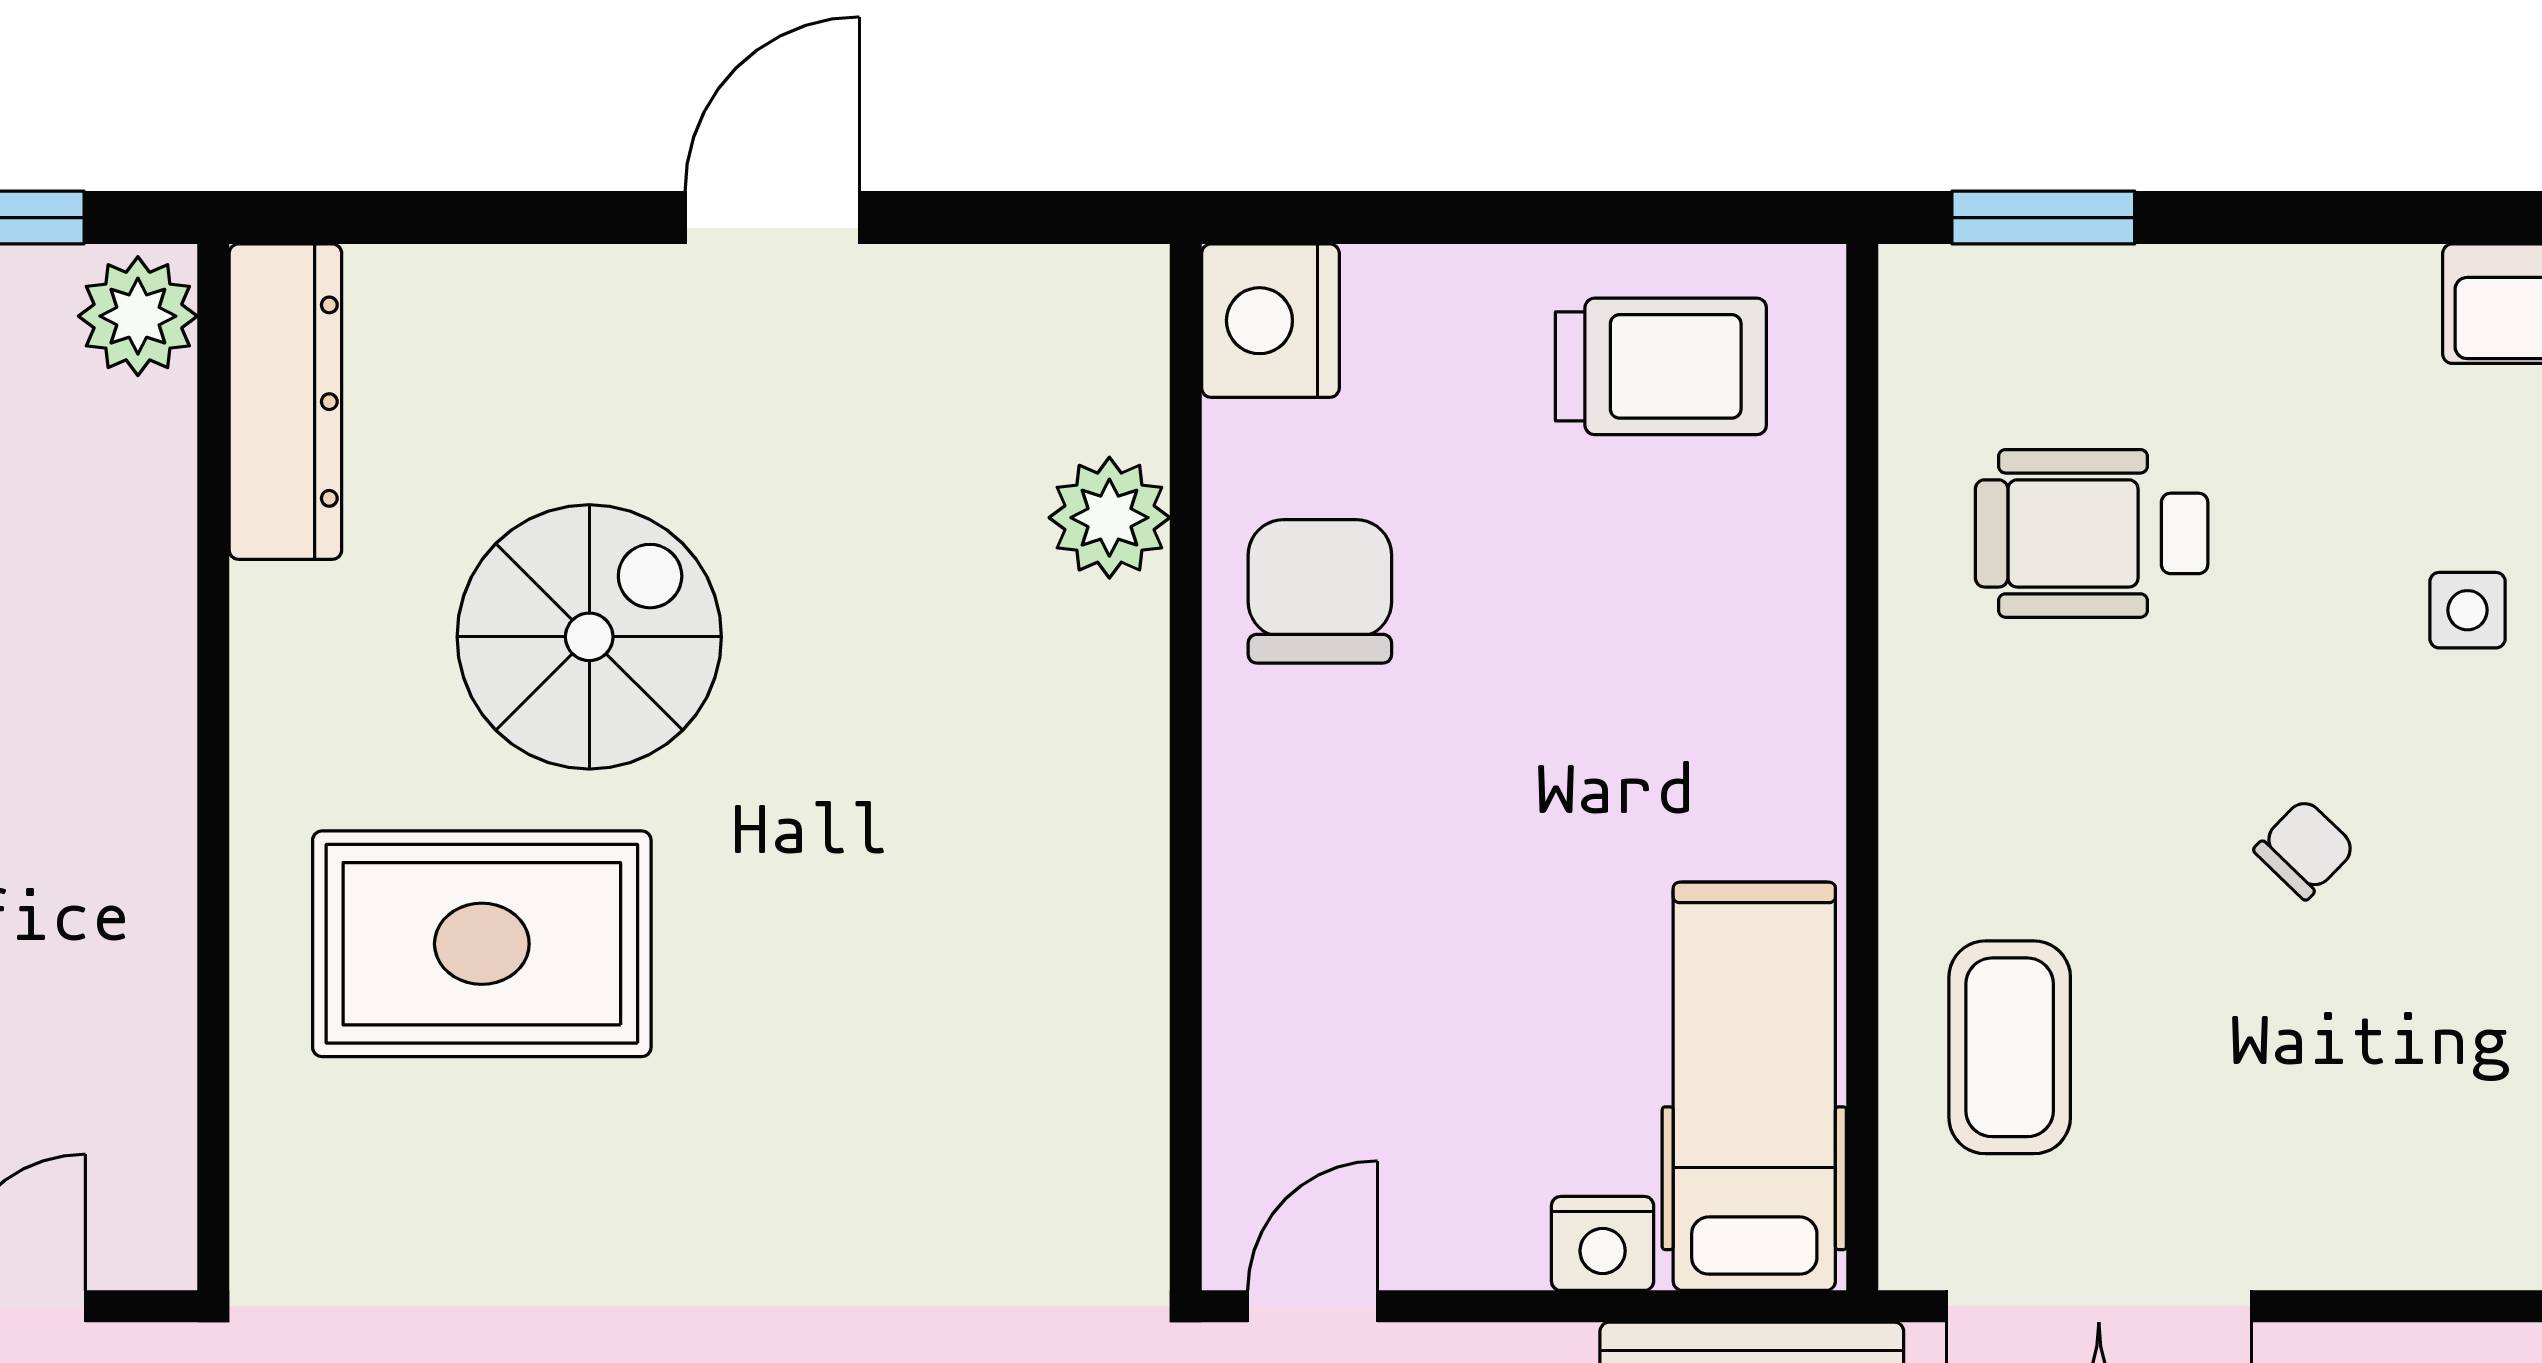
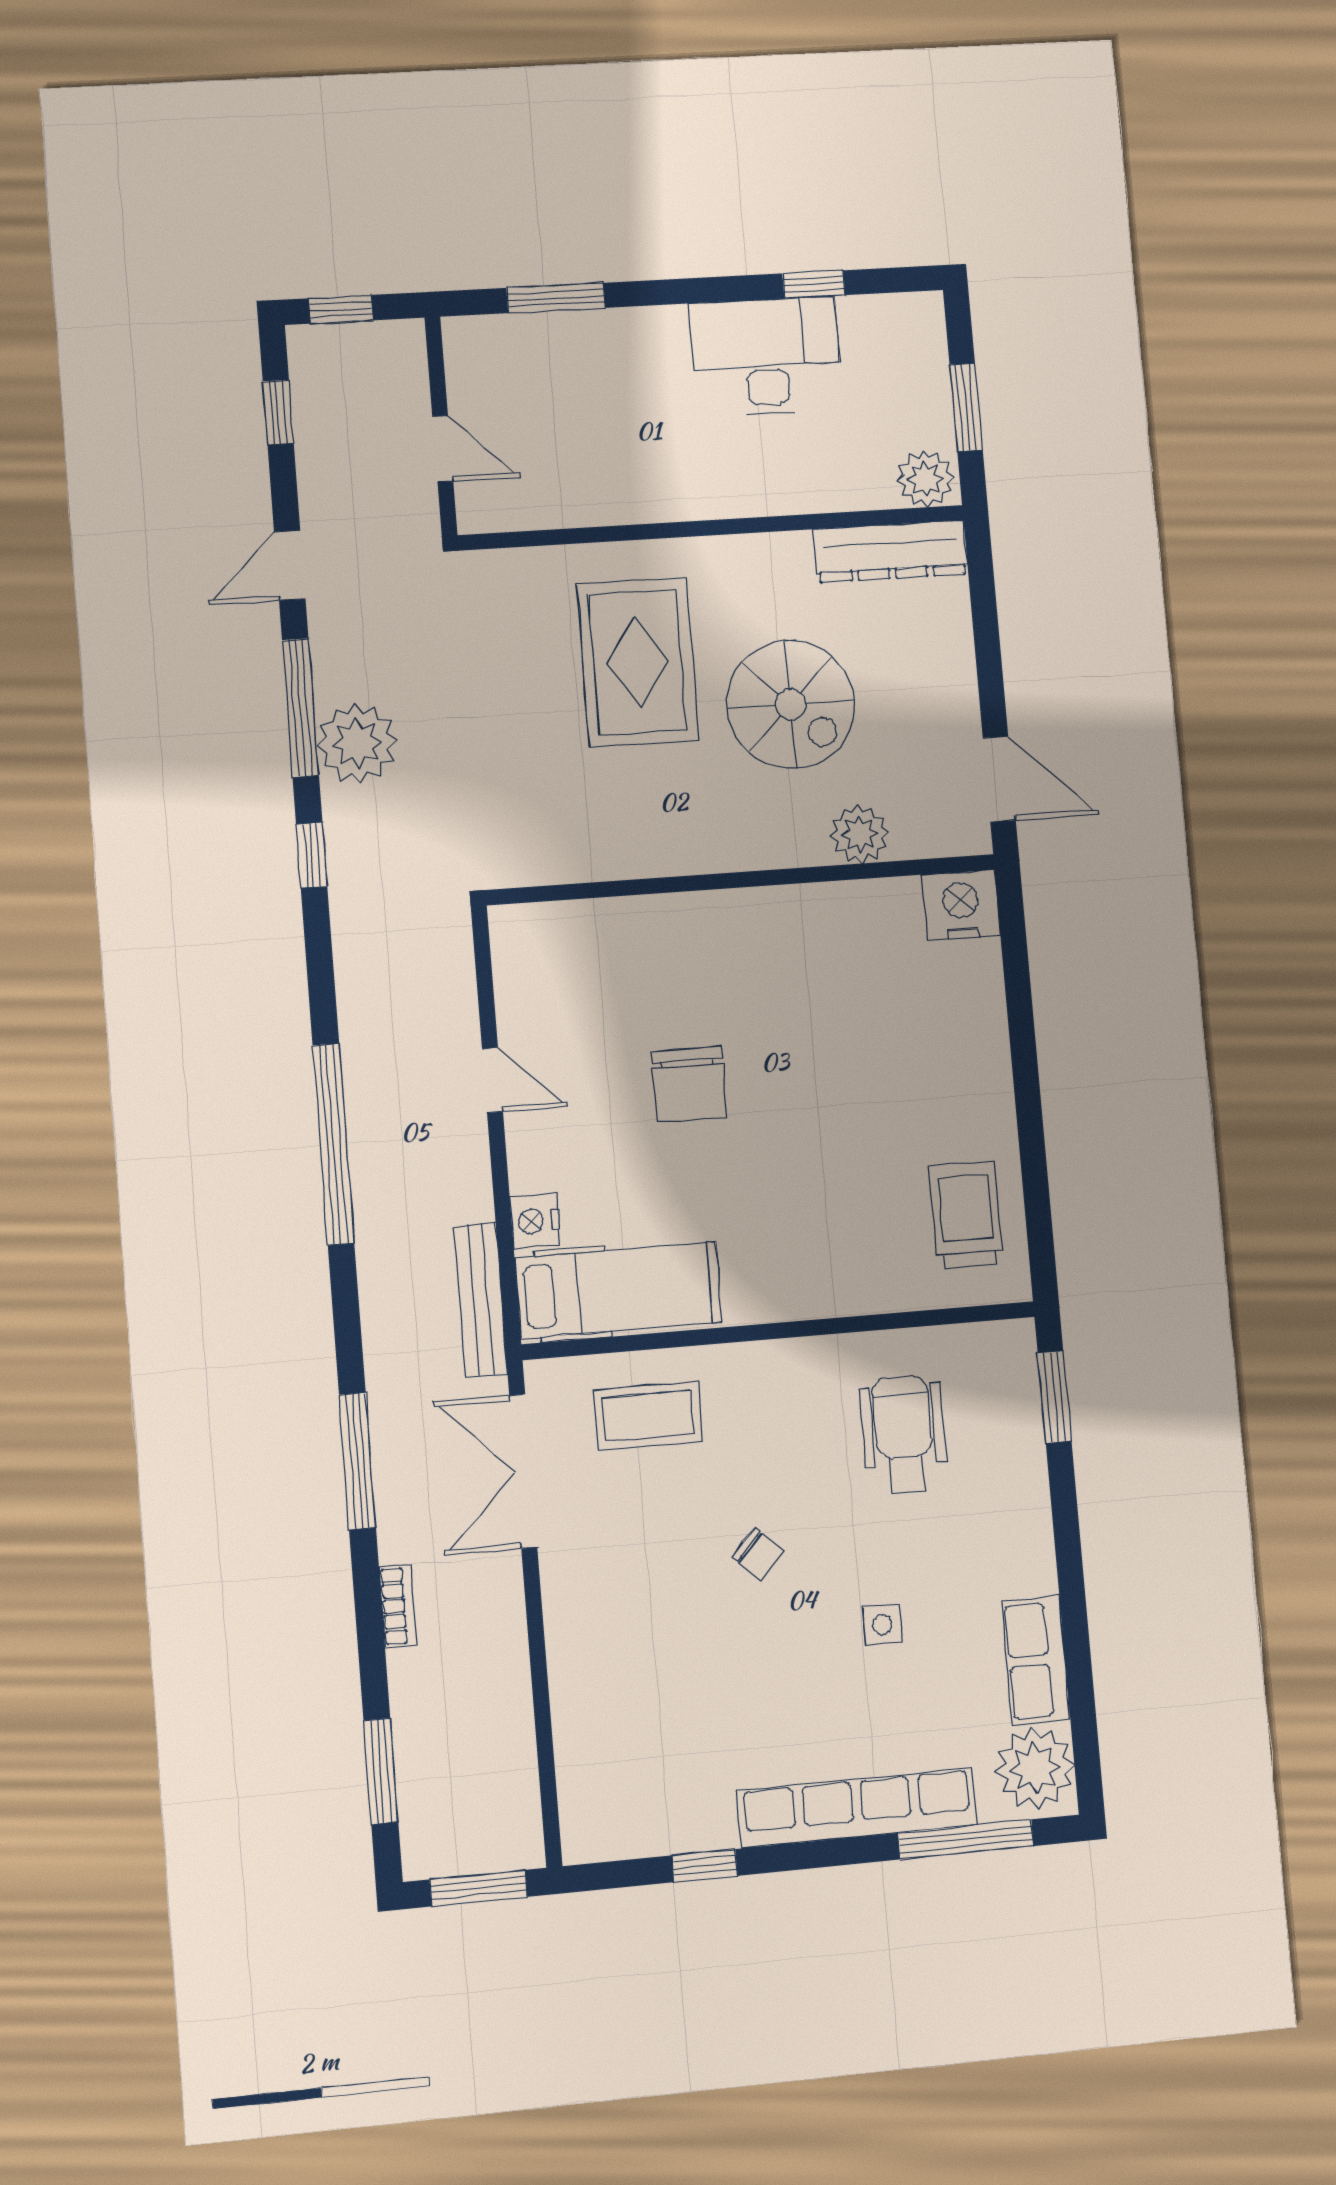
nightstand: (1270, 321) -> (961, 905), moved
trolley: (1661, 366) -> (966, 1215), turned 180
plant: (1109, 518) -> (859, 834), moved
chair: (1320, 591) -> (689, 1084), moved, turned 90
wall: (1186, 767) -> (742, 880), moved

